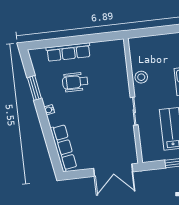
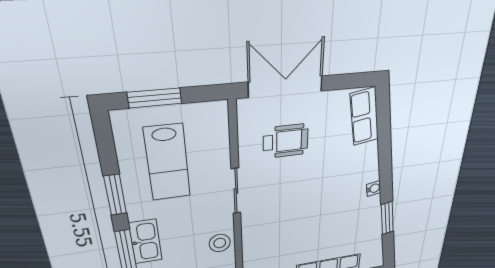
wheelchair: (75, 82) -> (286, 141), moved
row of seats: (63, 148) -> (364, 117), width x0.68

